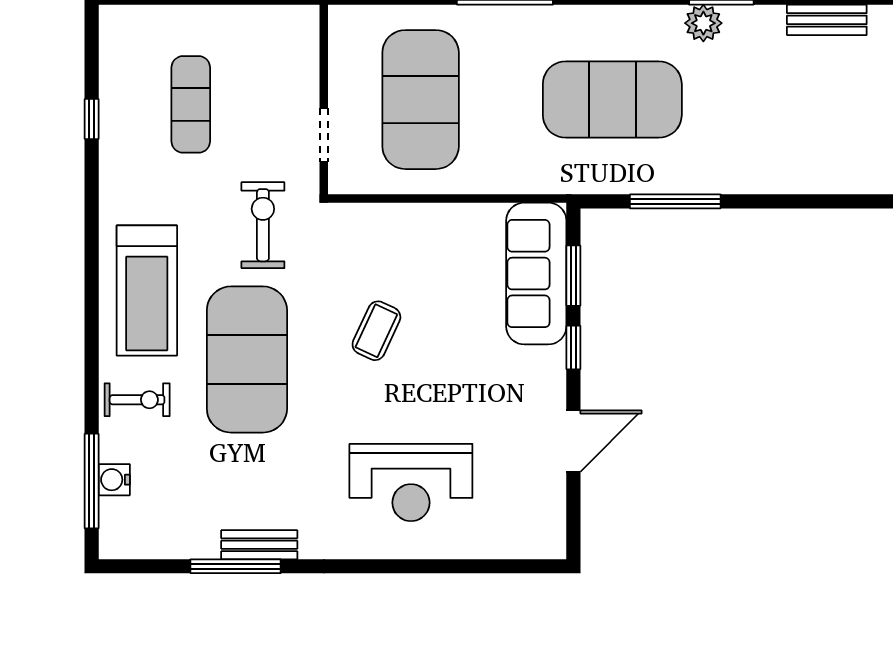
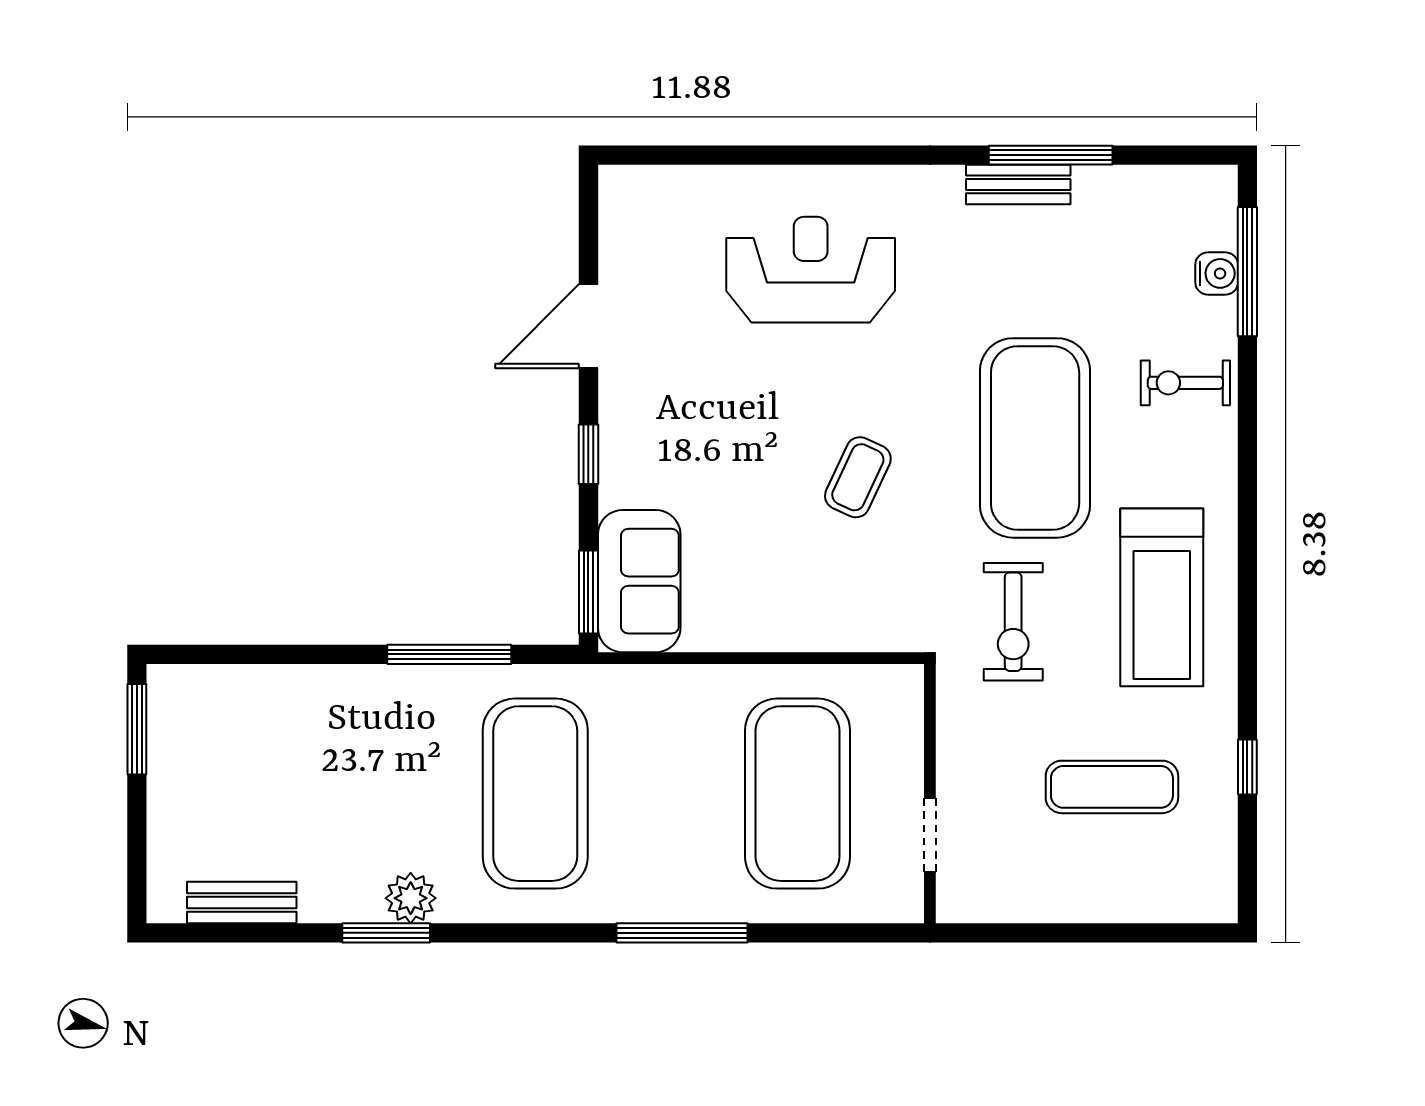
exercise mat: (612, 100) -> (535, 794), turned 90
exercise mat: (191, 104) -> (1112, 787), turned 90
doorway: (324, 135) -> (930, 835), moved
sofa: (536, 274) -> (639, 581), width x0.73
window: (573, 276) -> (588, 592), moved
treadmill: (147, 290) -> (1162, 597), moved, turned 180

